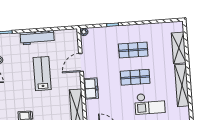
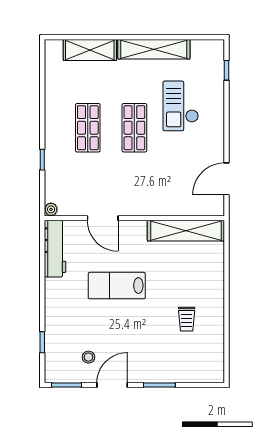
workbench: (37, 38) -> (55, 249), moved
freezer: (91, 89) -> (148, 204), removed
checkout: (150, 103) -> (181, 106), turned 180

